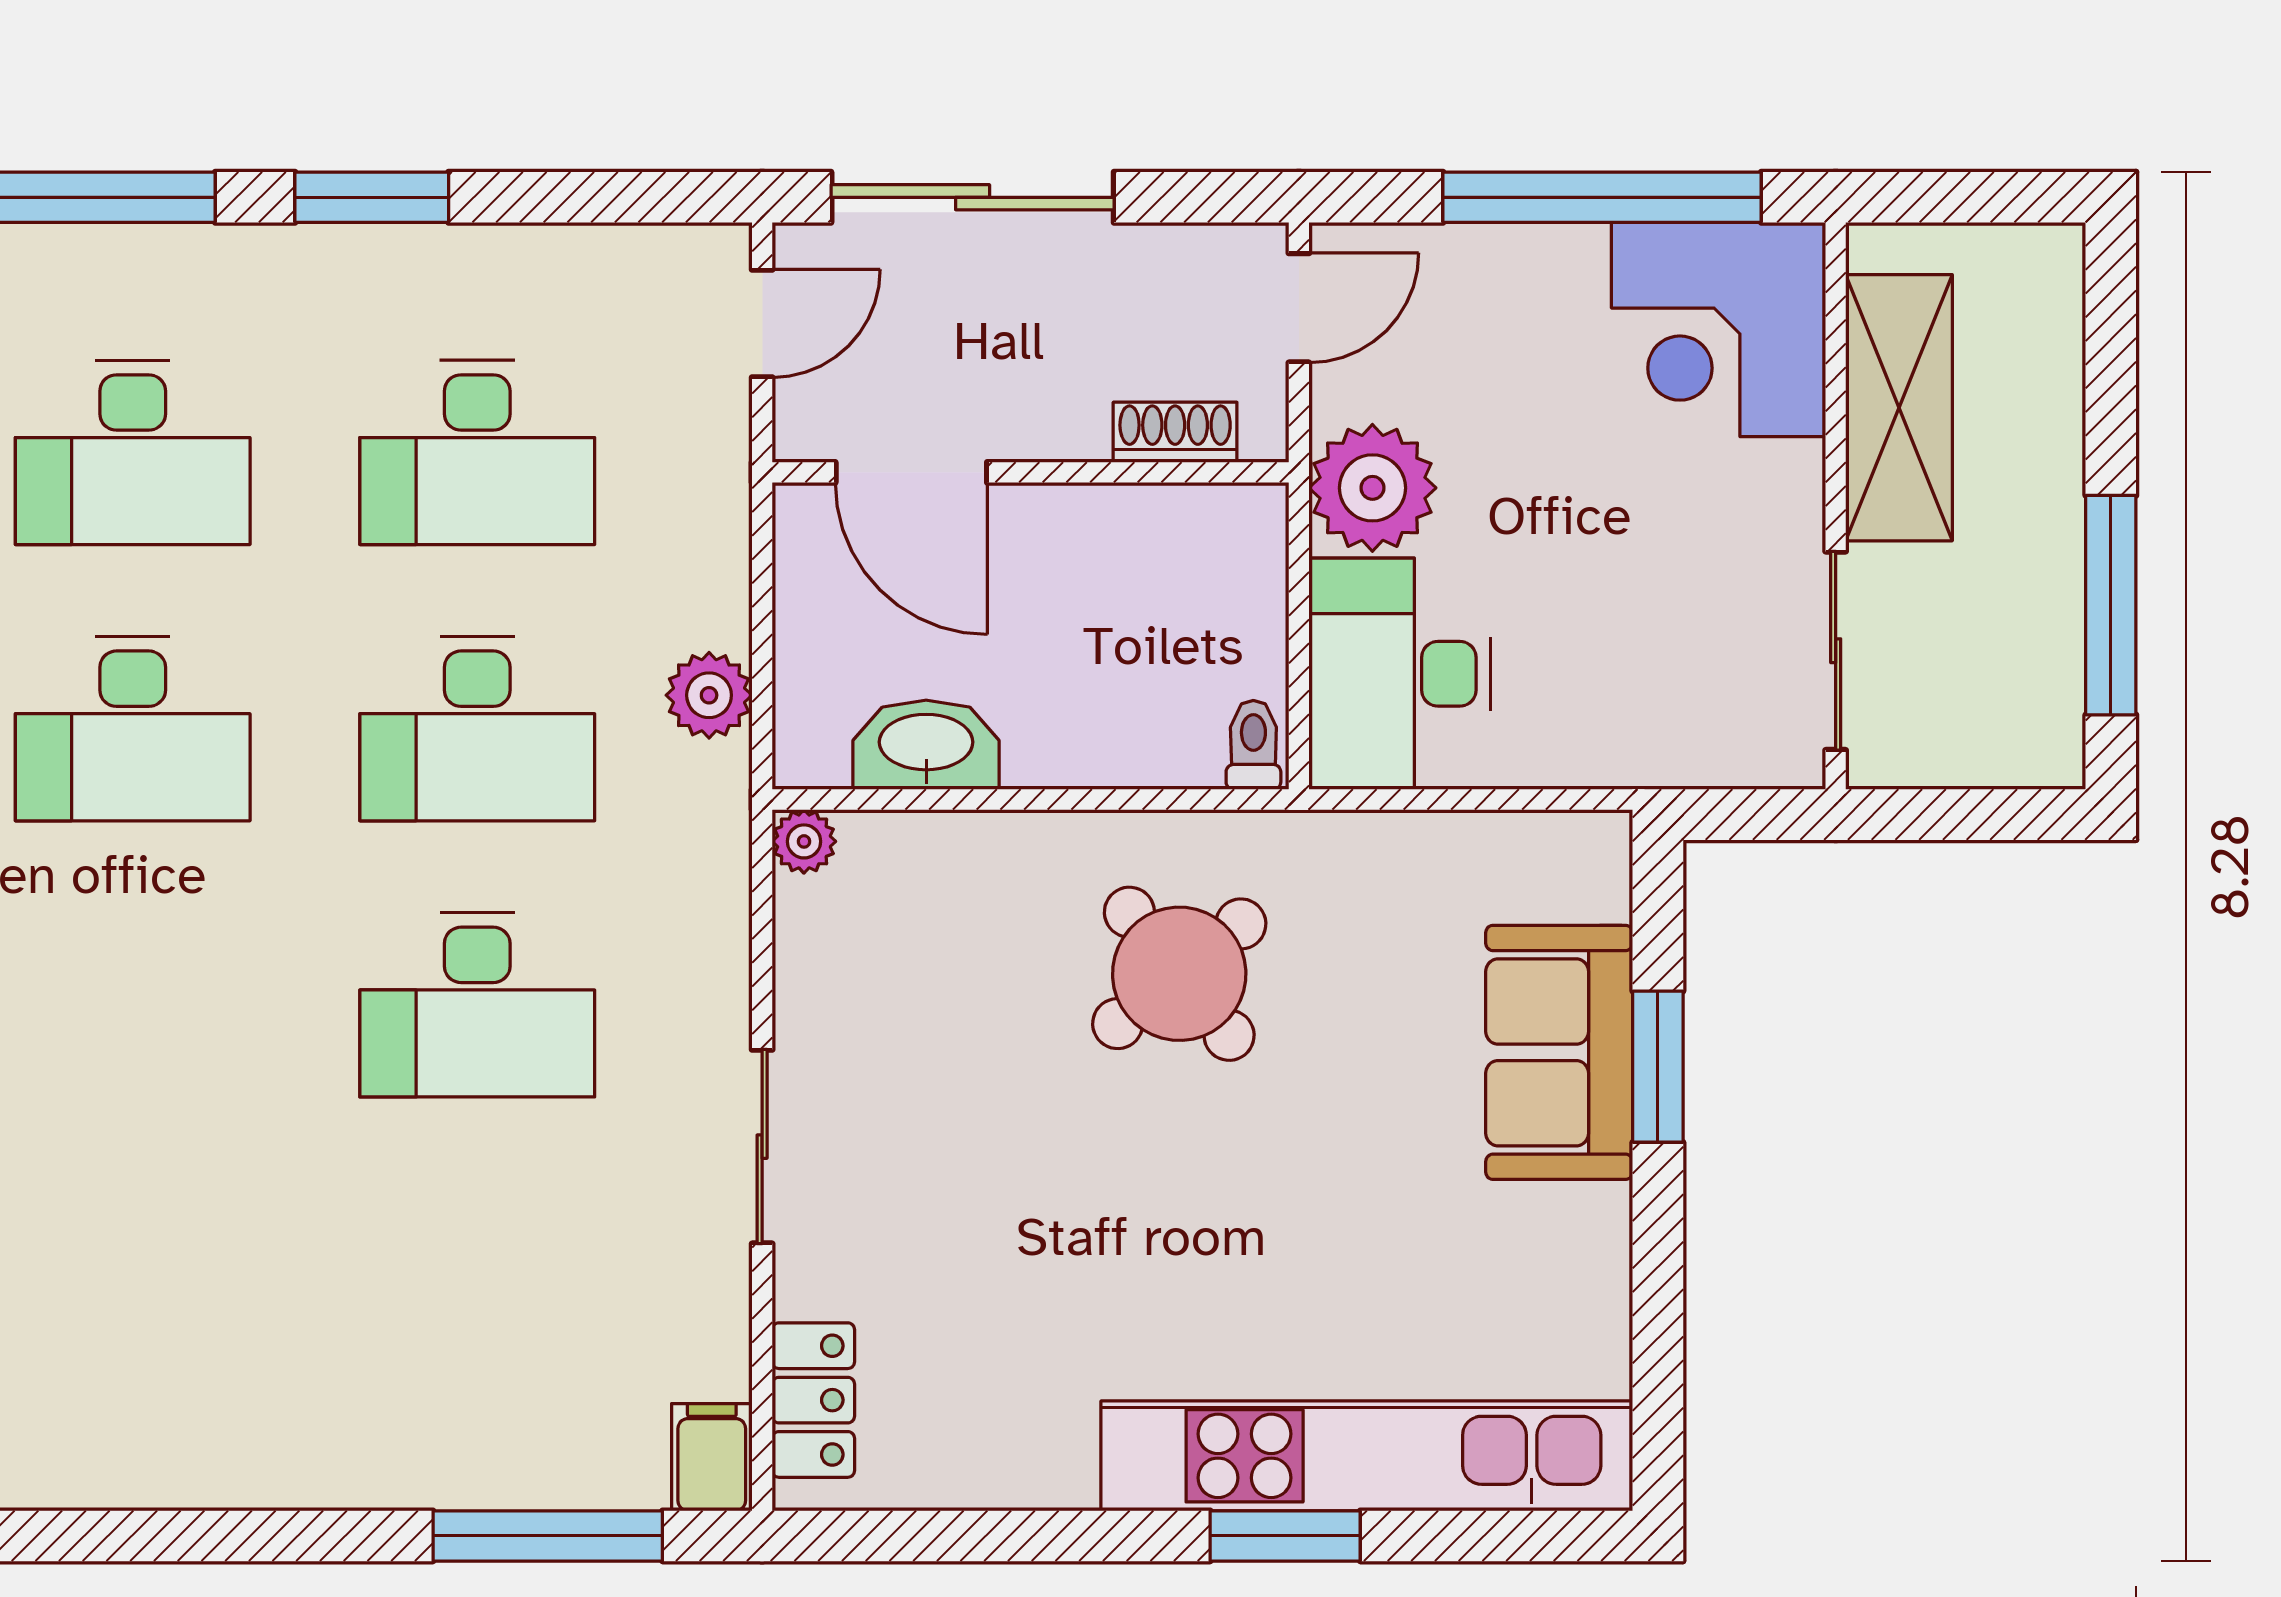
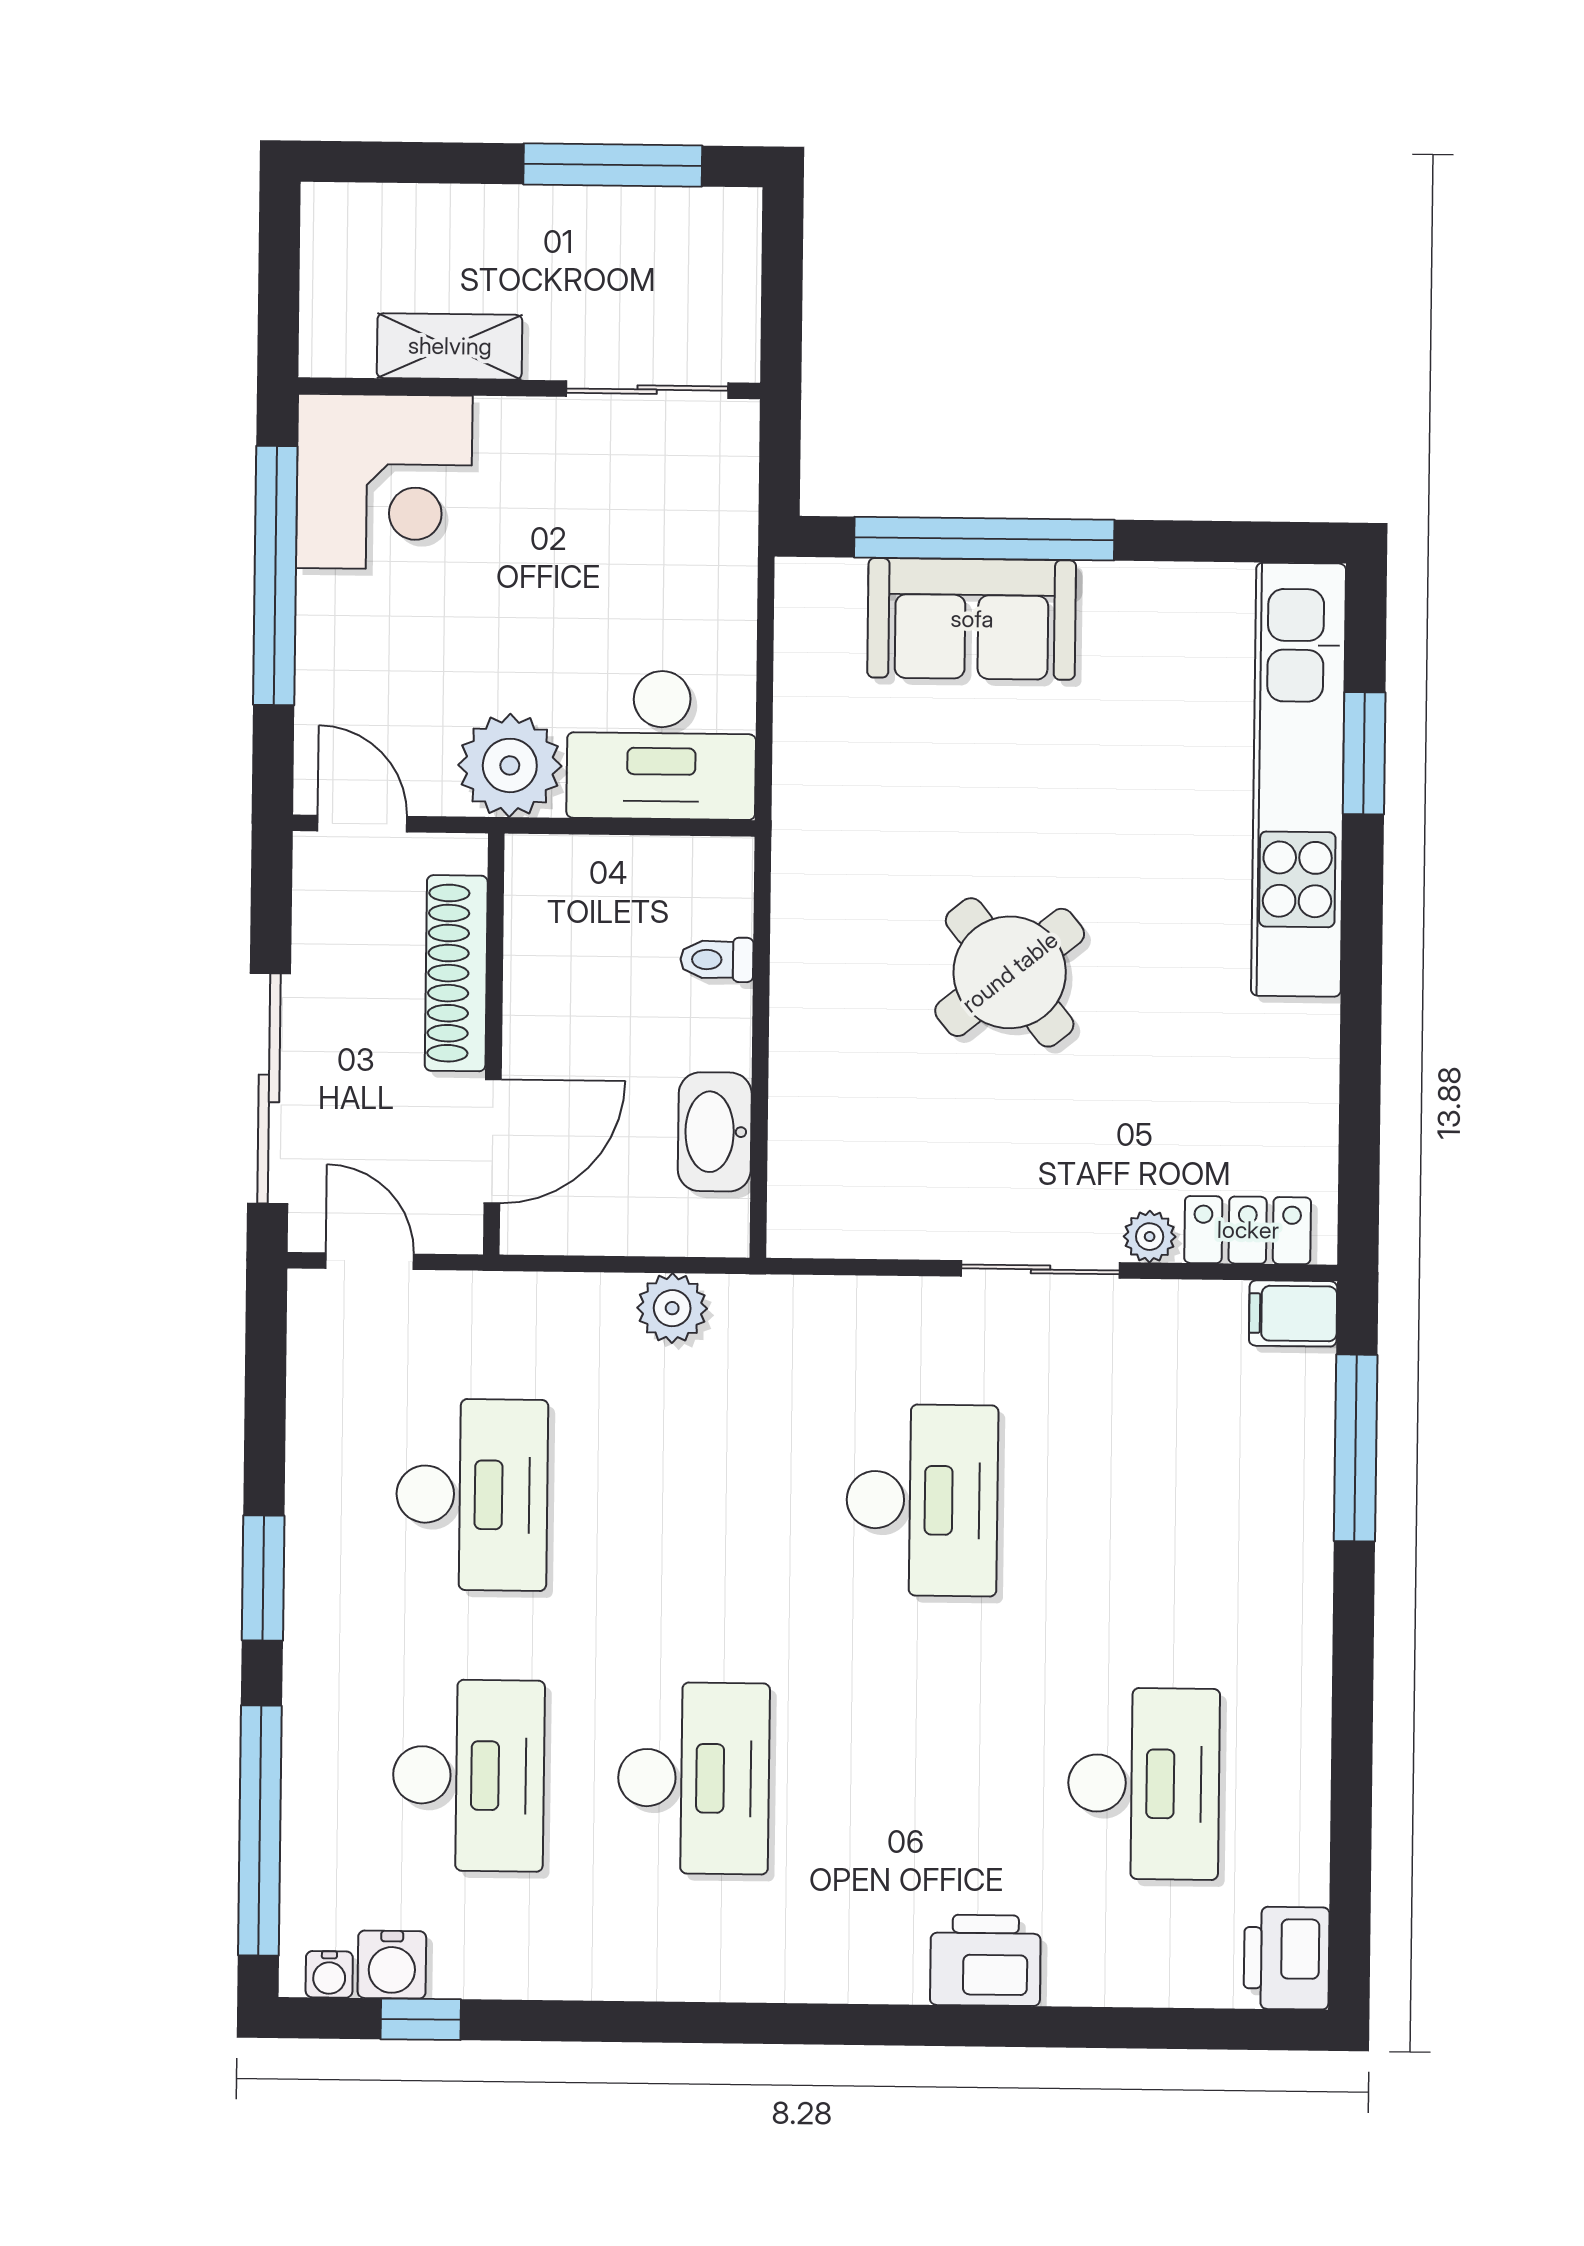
shelving: (1899, 408) -> (450, 346), width x0.67, depth x0.75
shoe rack: (1175, 432) -> (456, 973), width x1.94, depth x1.24
desk: (477, 729) -> (1144, 1784), moved
toilet: (1253, 745) -> (717, 960), moved
plant: (804, 841) -> (1150, 1237), moved
round table: (1179, 974) -> (1010, 972), moved
window: (1658, 1067) -> (984, 539), width x2.11
window: (1285, 1536) -> (1364, 753), moved

